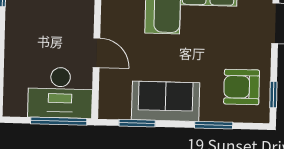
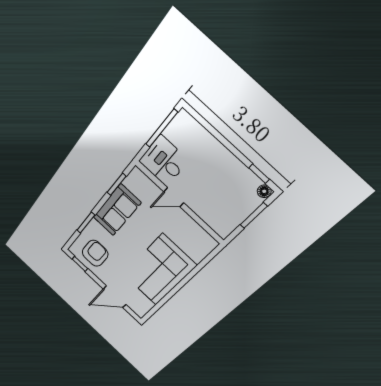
desk: (60, 93) -> (164, 161), width x0.73
window: (59, 121) -> (162, 128), moved

